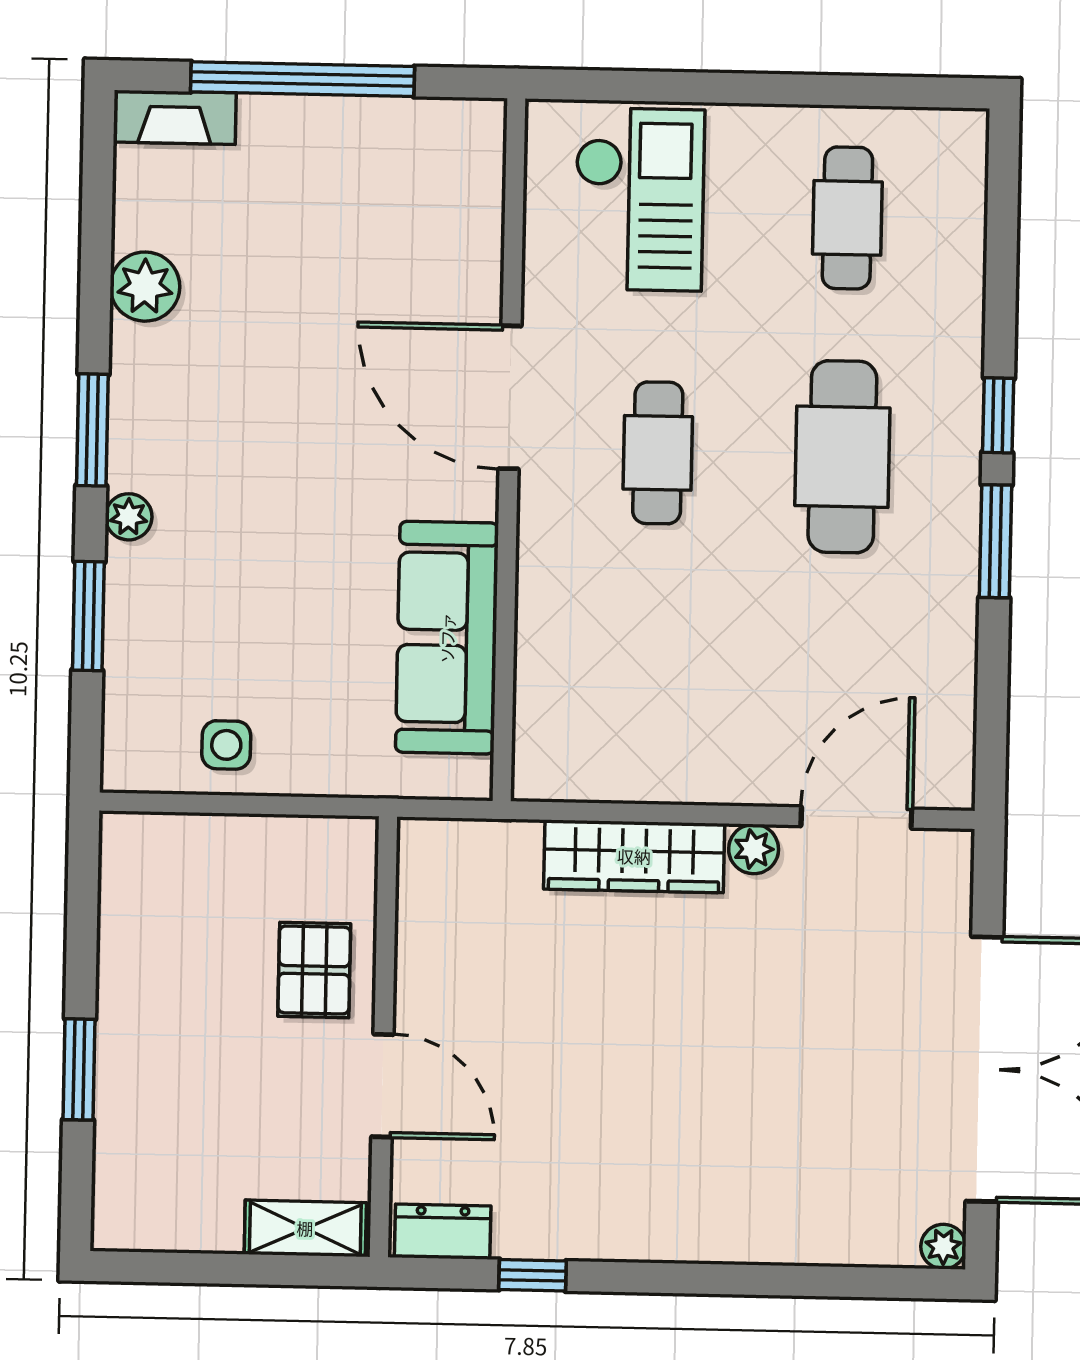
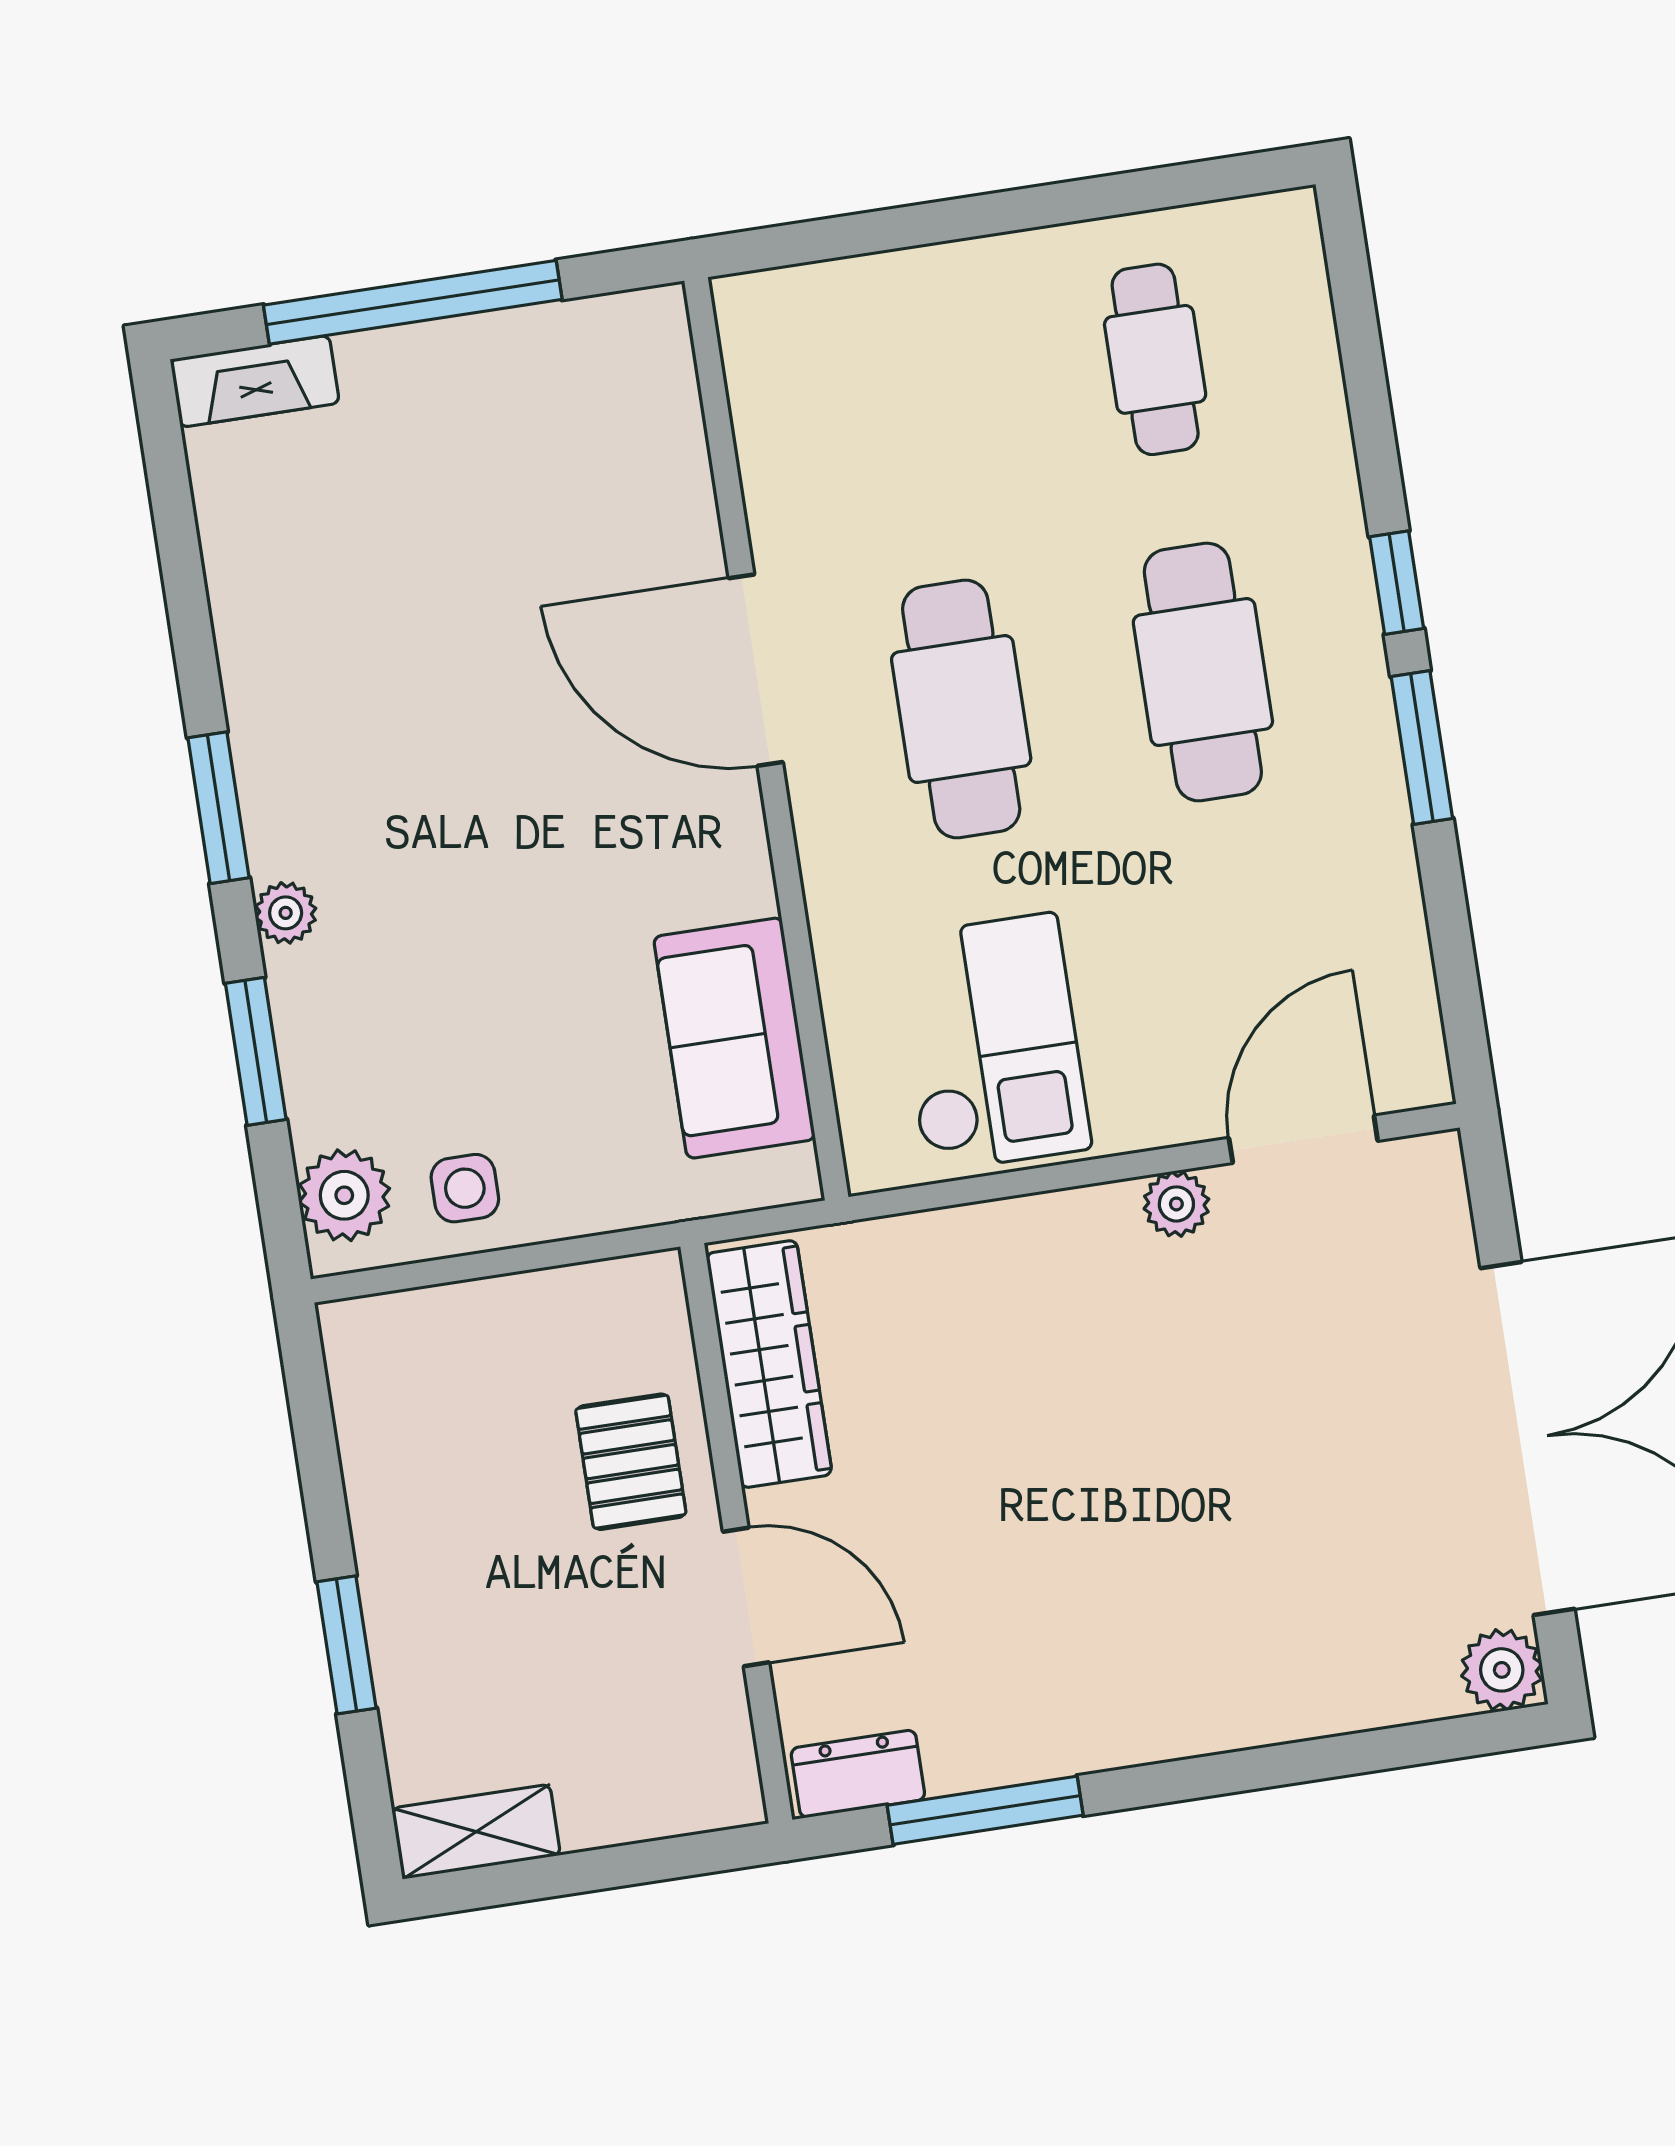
checkout: (639, 199) -> (991, 1043), moved
plant: (145, 287) -> (344, 1195), moved
cafe table: (658, 453) -> (961, 709), width x1.37, depth x1.35
sofa: (447, 638) -> (734, 1038), width x0.73
wardrobe: (634, 856) -> (769, 1364), moved, turned -90
shelving: (305, 1228) -> (476, 1832), moved
plant: (943, 1247) -> (1502, 1670), width x1.38, depth x1.38
window: (533, 1275) -> (985, 1810), width x2.17

